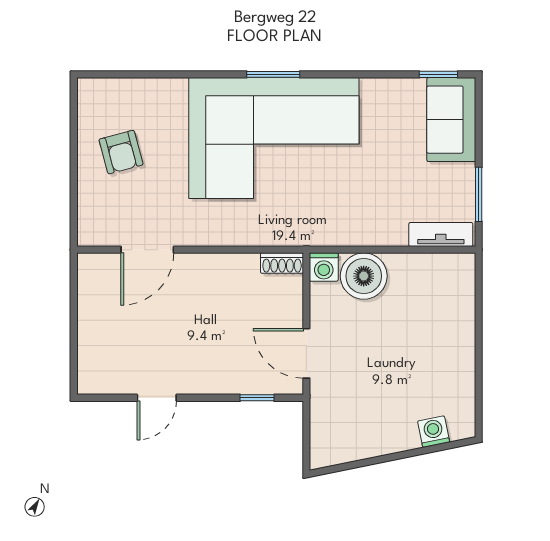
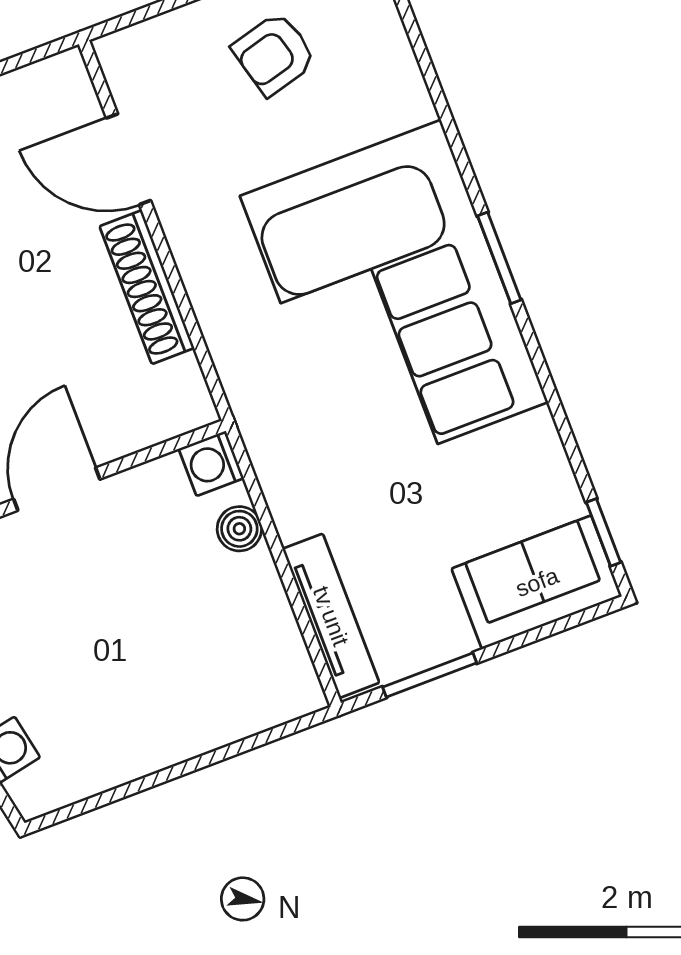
tv unit: (441, 234) -> (331, 616), width x1.41
shoe rack: (282, 263) -> (147, 287), moved, width x1.94, depth x1.24
boiler: (364, 276) -> (239, 529), width x0.54, depth x0.54

